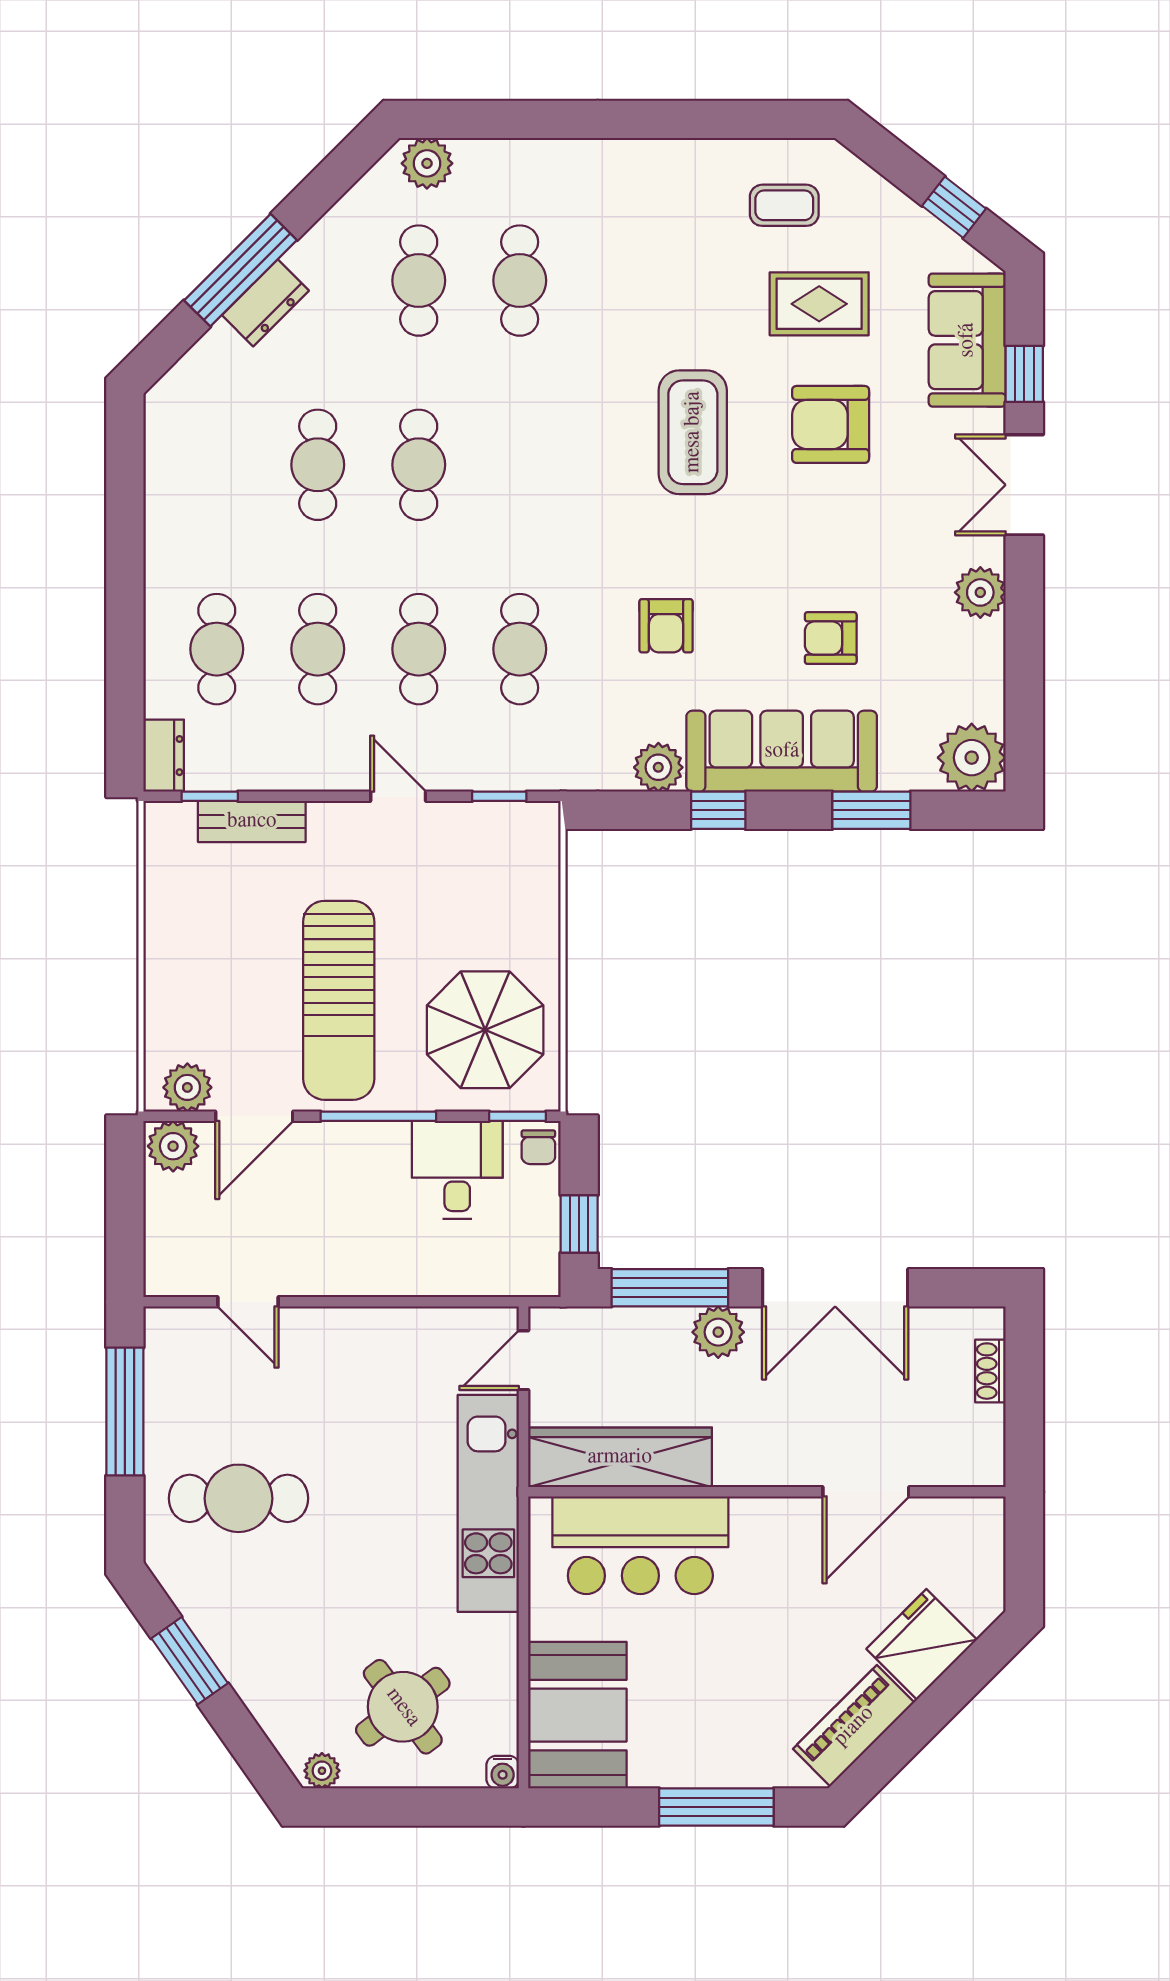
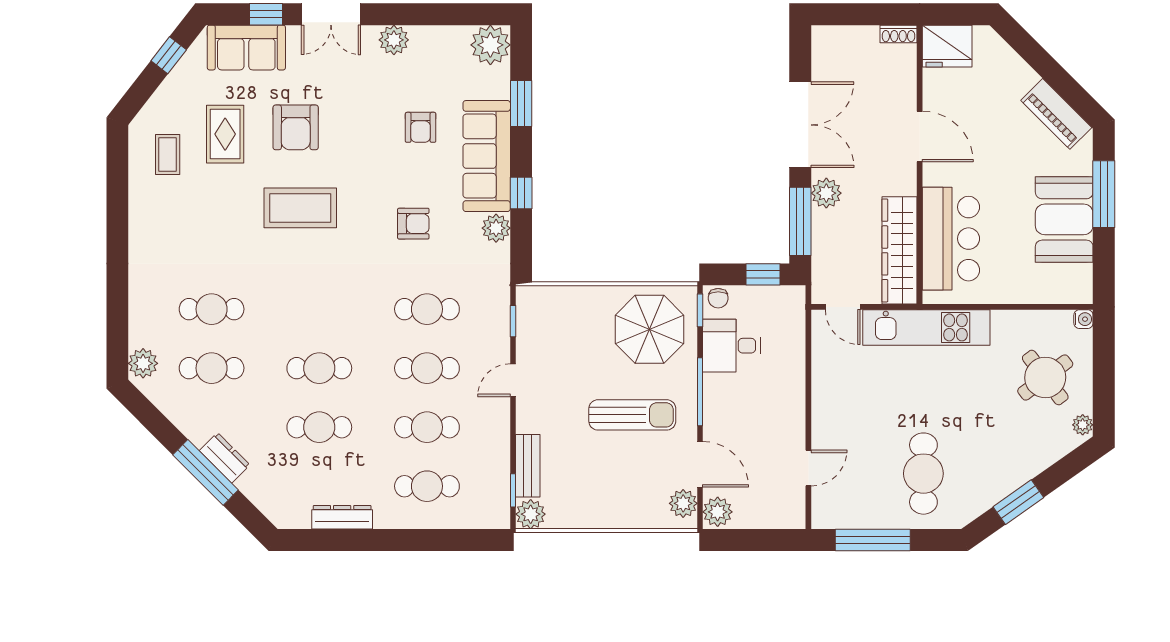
dresser: (164, 756) -> (342, 517), moved, width x1.44
plant: (169, 826) -> (531, 514), added
sun lounger: (339, 1000) -> (632, 415), width x0.73, depth x0.75
chair: (538, 1147) -> (718, 298), turned 90
shoe rack: (990, 1371) -> (898, 34), moved
door: (866, 1492) -> (920, 137), moved
fridge: (922, 1644) -> (947, 46), moved, turned -45
booth: (577, 1715) -> (1064, 219), moved, turned 90

